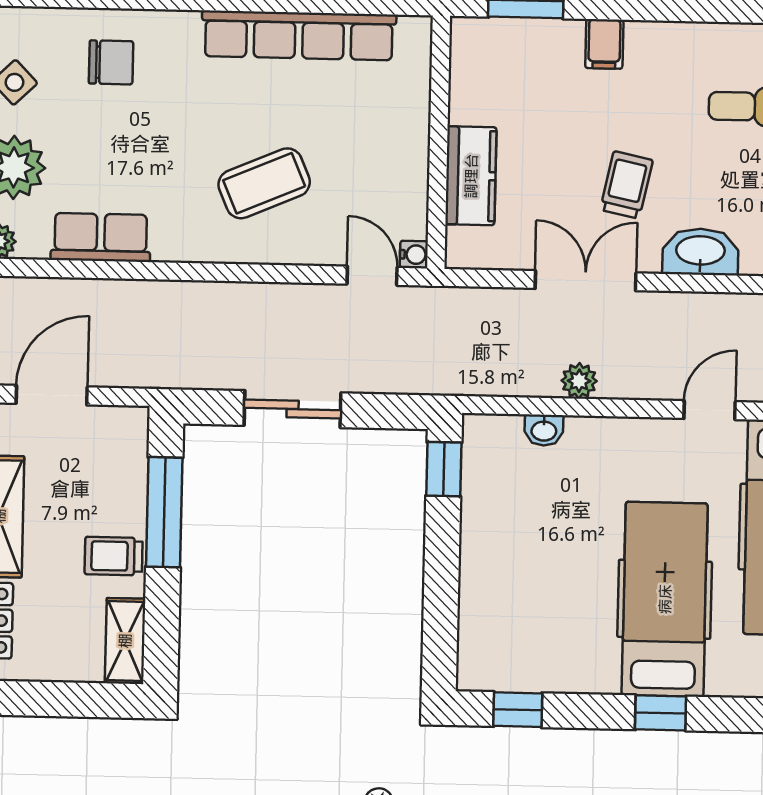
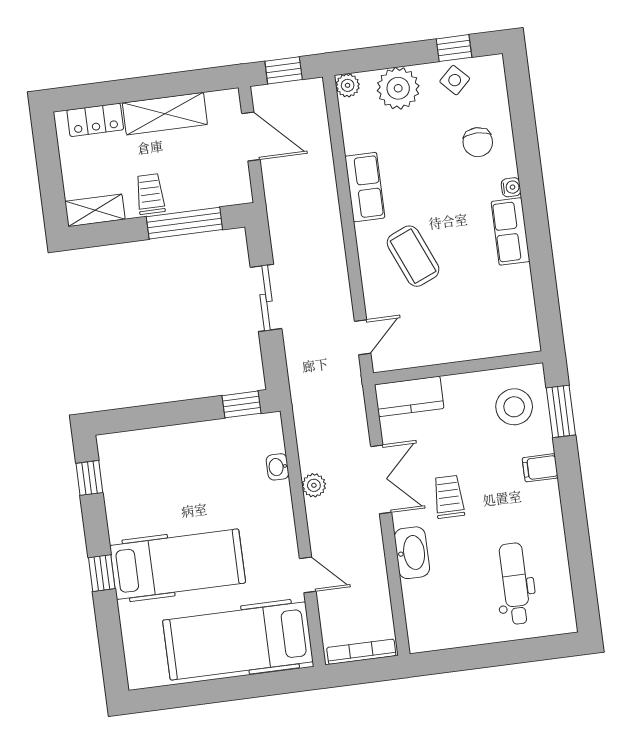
row of seats: (299, 35) -> (511, 231), width x0.50
stool: (509, 68) -> (514, 407), added
kitchen counter: (471, 176) -> (409, 396), moved
trolley: (626, 185) -> (449, 497), turned -102
row of seats: (101, 237) -> (365, 187), moved
water cooler: (414, 255) -> (511, 187), moved, turned -90

